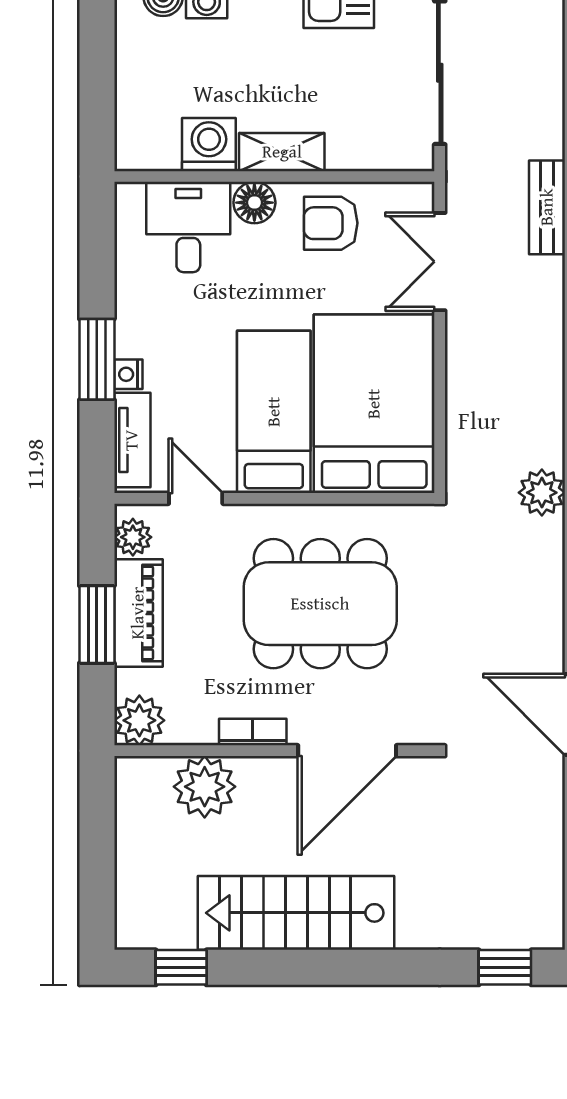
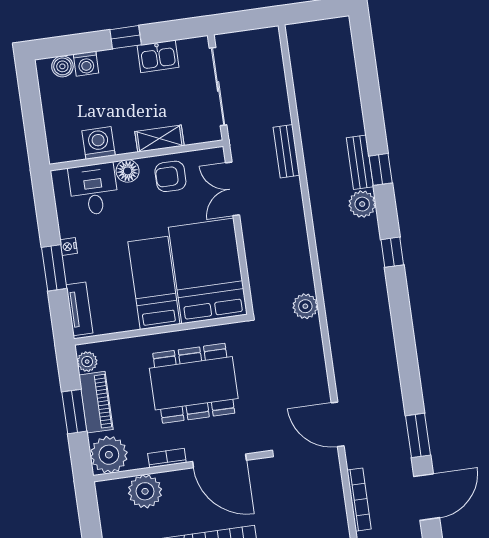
shelving: (282, 152) -> (159, 139), moved
nightstand: (128, 374) -> (69, 246), moved
door: (196, 498) -> (118, 336), removed
plant: (139, 720) -> (109, 455), width x1.36, depth x1.36
door: (347, 751) -> (219, 461), hinge flipped

